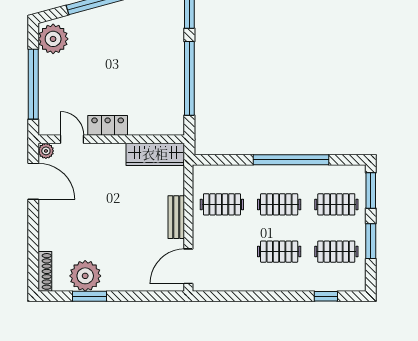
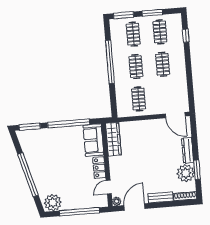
sofa: (157, 119) -> (93, 140), added
bench: (176, 217) -> (161, 197), moved
dresser: (125, 283) -> (188, 150), added

